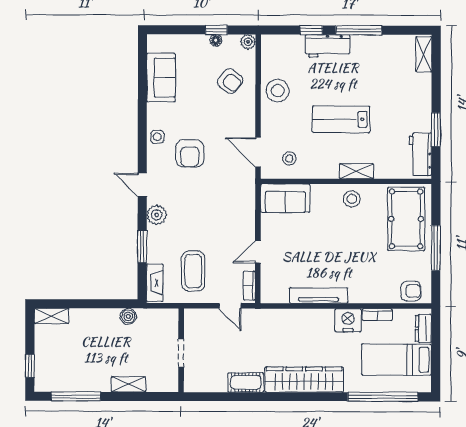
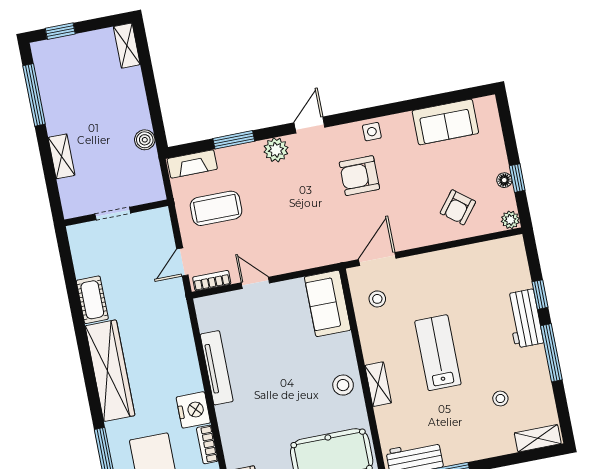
stool: (278, 91) -> (500, 399), moved, width x0.53, depth x0.53

